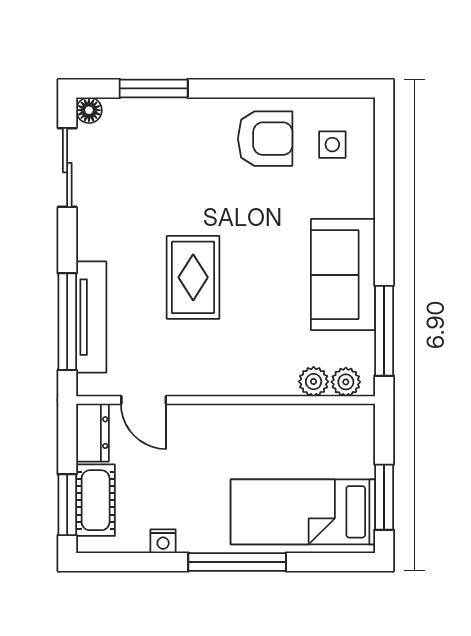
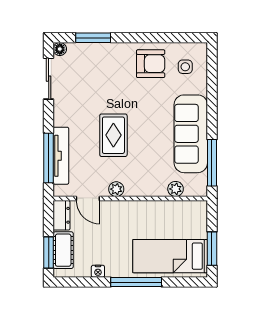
sofa: (343, 275) -> (191, 134), width x1.36
plant: (346, 382) -> (116, 189), moved

